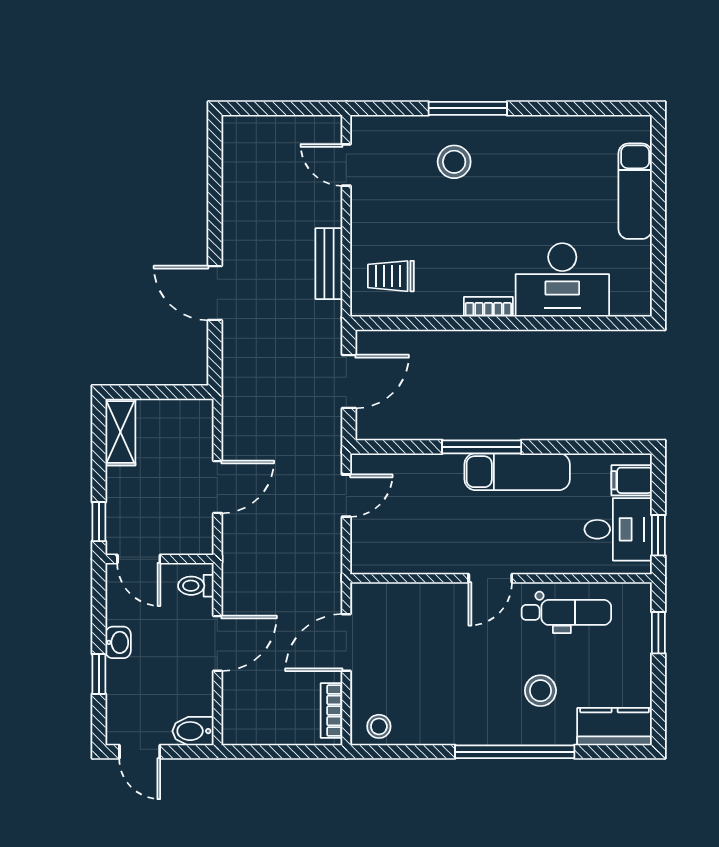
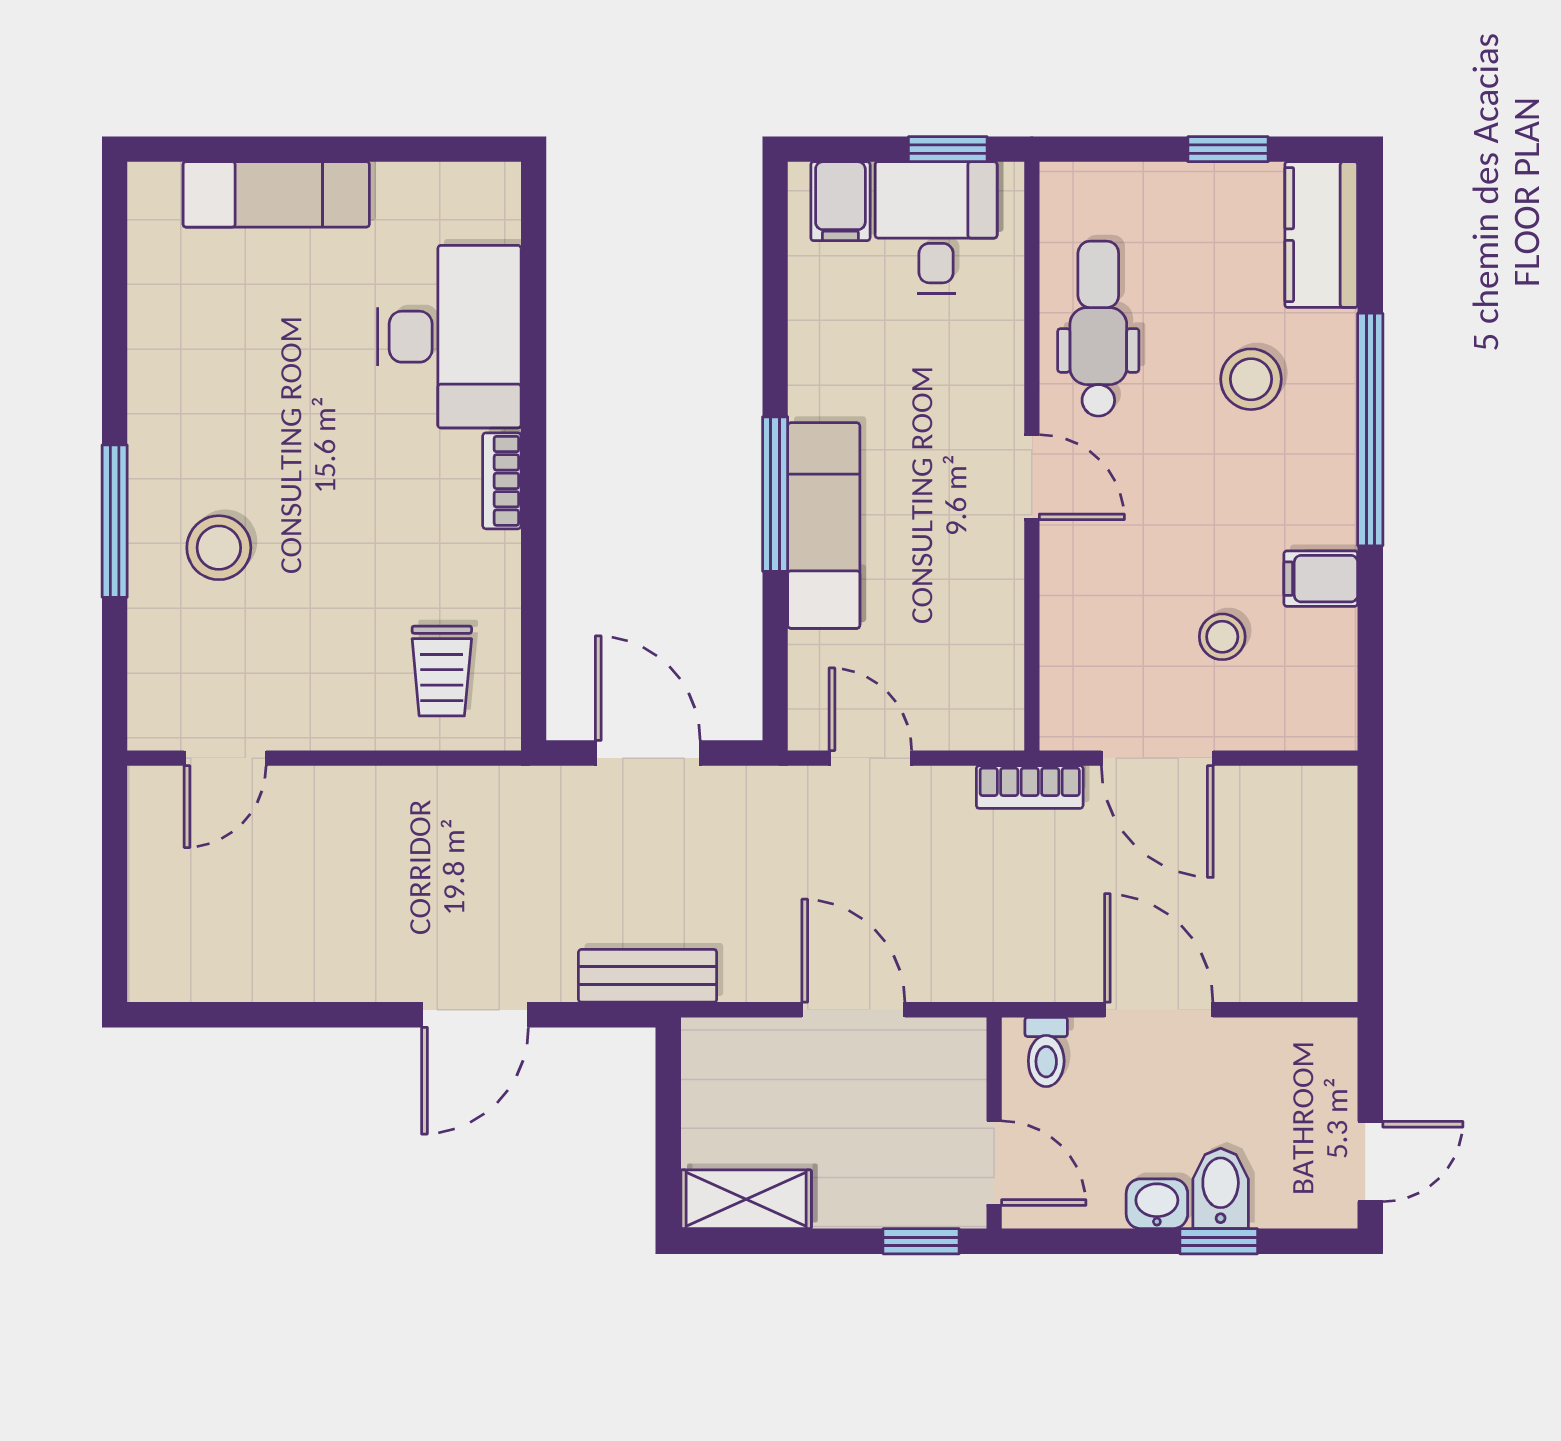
bench: (329, 264) -> (648, 976), moved
exam couch: (517, 472) -> (824, 526), moved
door: (139, 559) -> (994, 1163), hinge flipped
window: (658, 633) -> (1228, 149), moved
bookcase: (332, 711) -> (1030, 787), moved
stool: (379, 726) -> (1222, 637), moved
filing cabinet: (438, 726) -> (1321, 579), added
bidet: (193, 731) -> (1221, 1188), moved, turned 180

